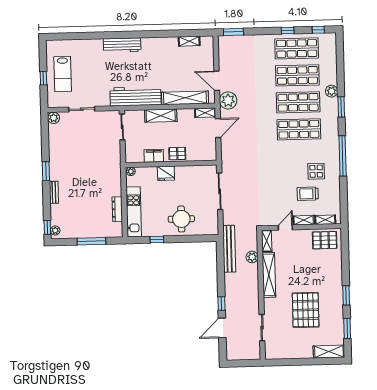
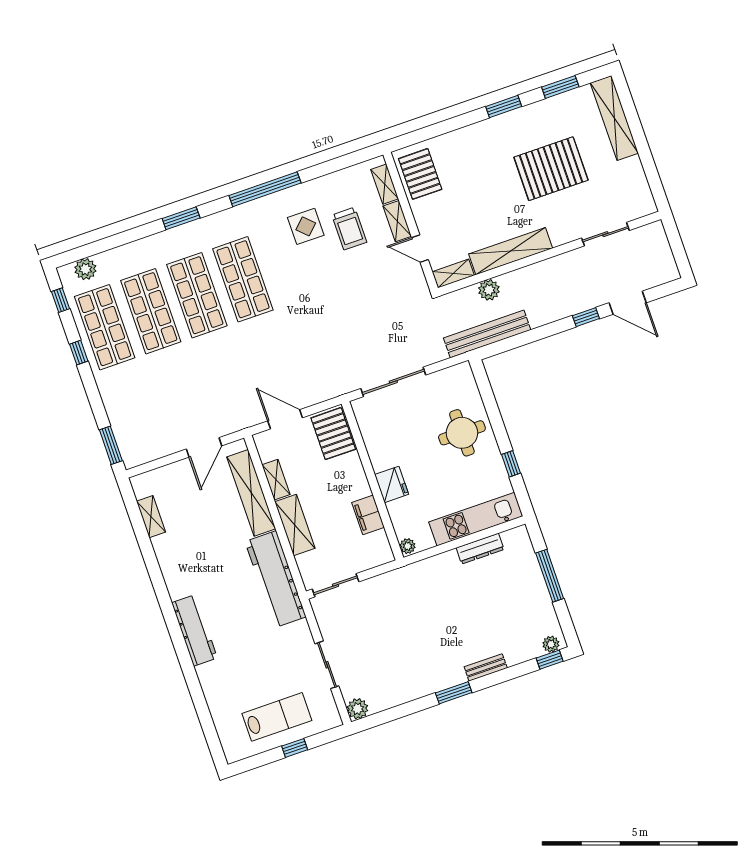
plant: (332, 91) -> (85, 269), moved
plant: (228, 100) -> (232, 417), removed
shelving: (205, 113) -> (276, 480), moved
pallet: (177, 154) -> (333, 434), moved, width x1.50, depth x1.42
shelving: (329, 352) -> (614, 118), width x1.47

